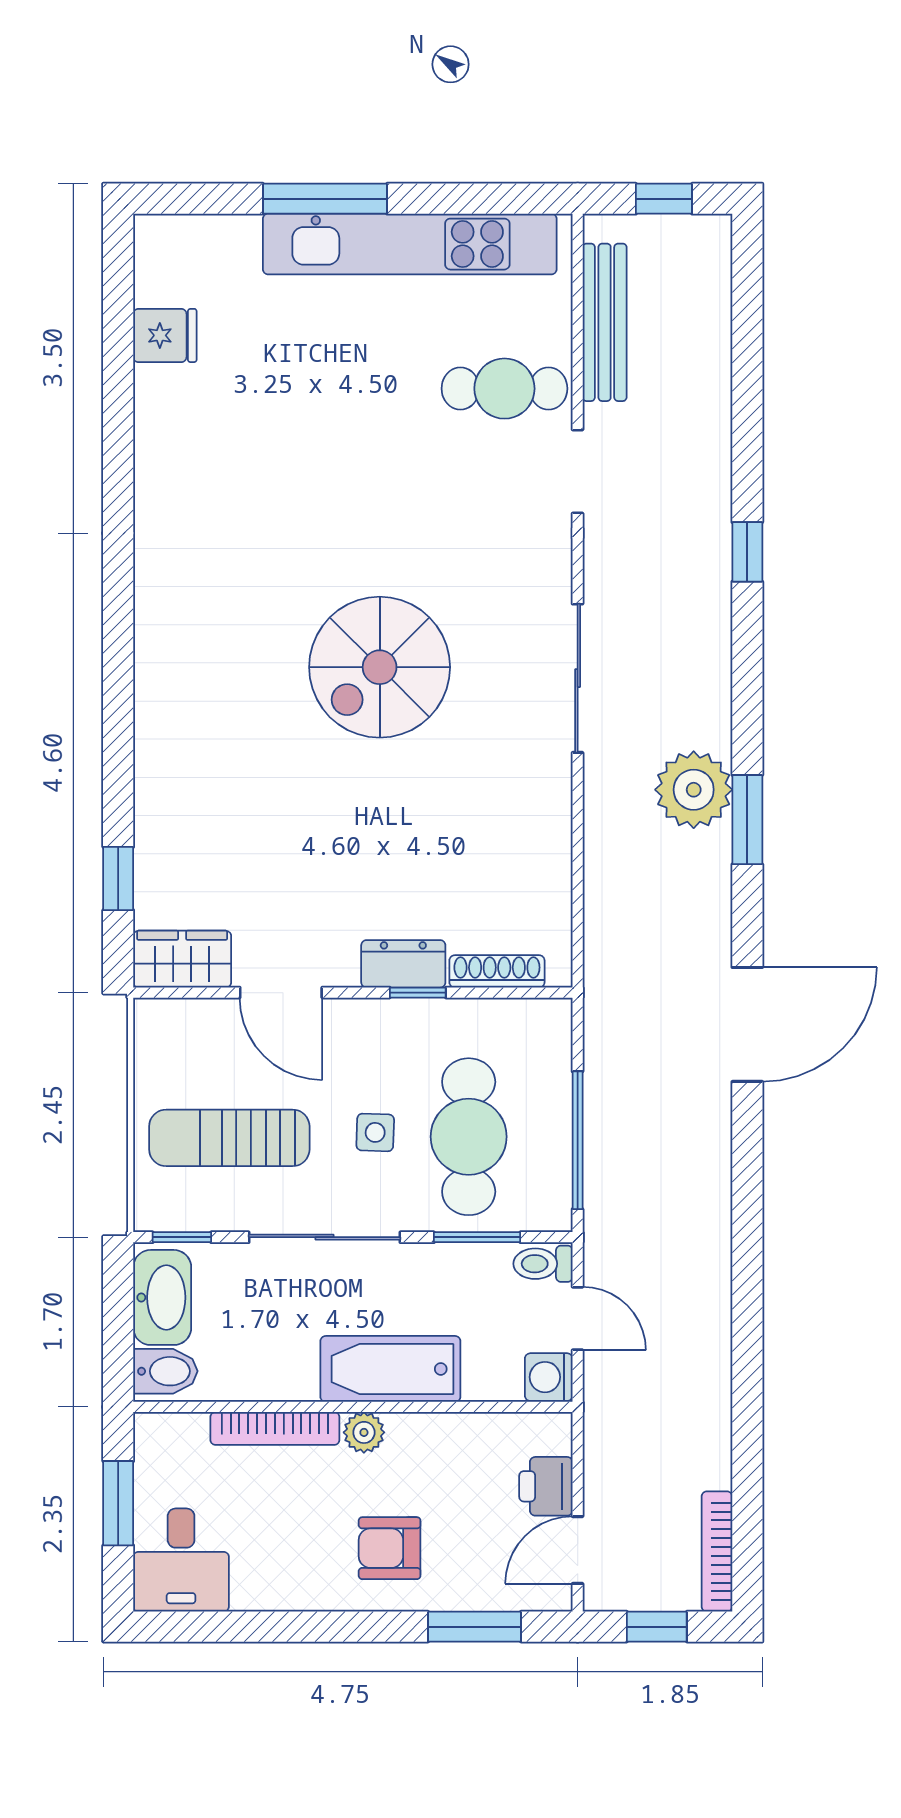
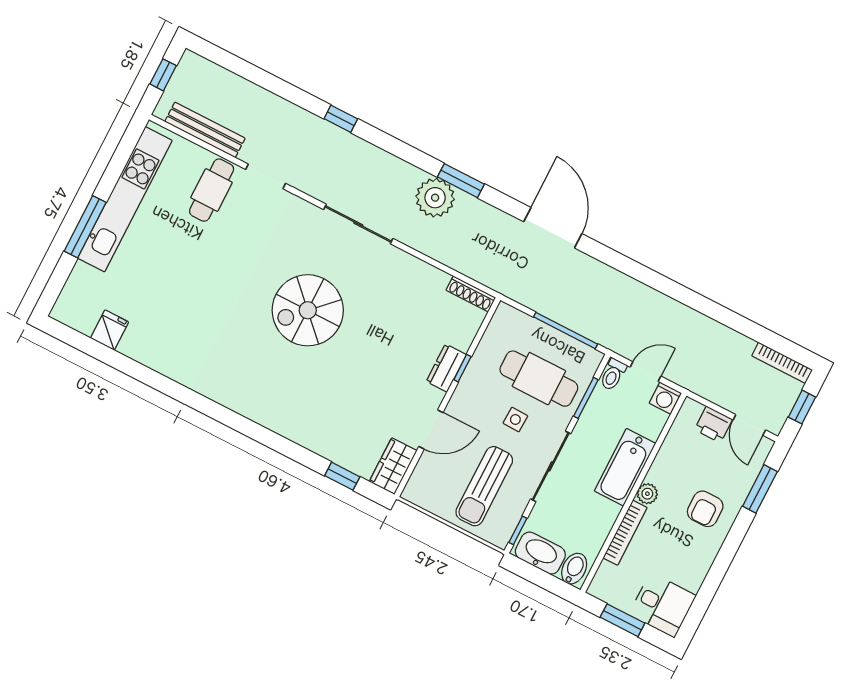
spiral stairs: (380, 667) -> (308, 310), turned 90
shoe rack: (497, 971) -> (471, 294), moved, turned -90

